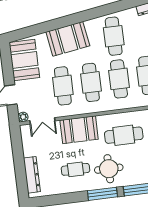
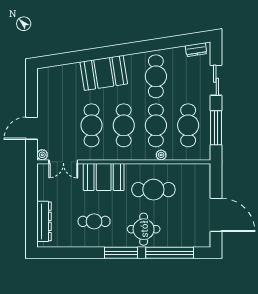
booth: (24, 60) -> (52, 91), removed
plant: (127, 104) -> (161, 155), added
round table: (109, 169) -> (144, 229), moved

